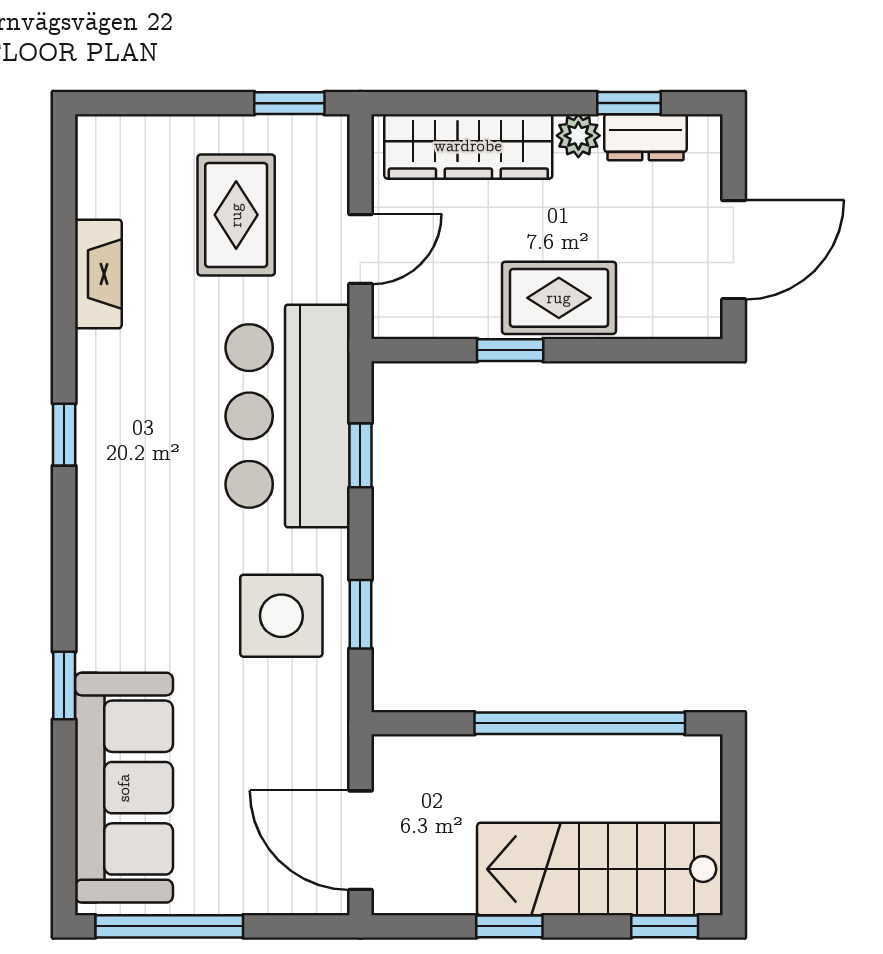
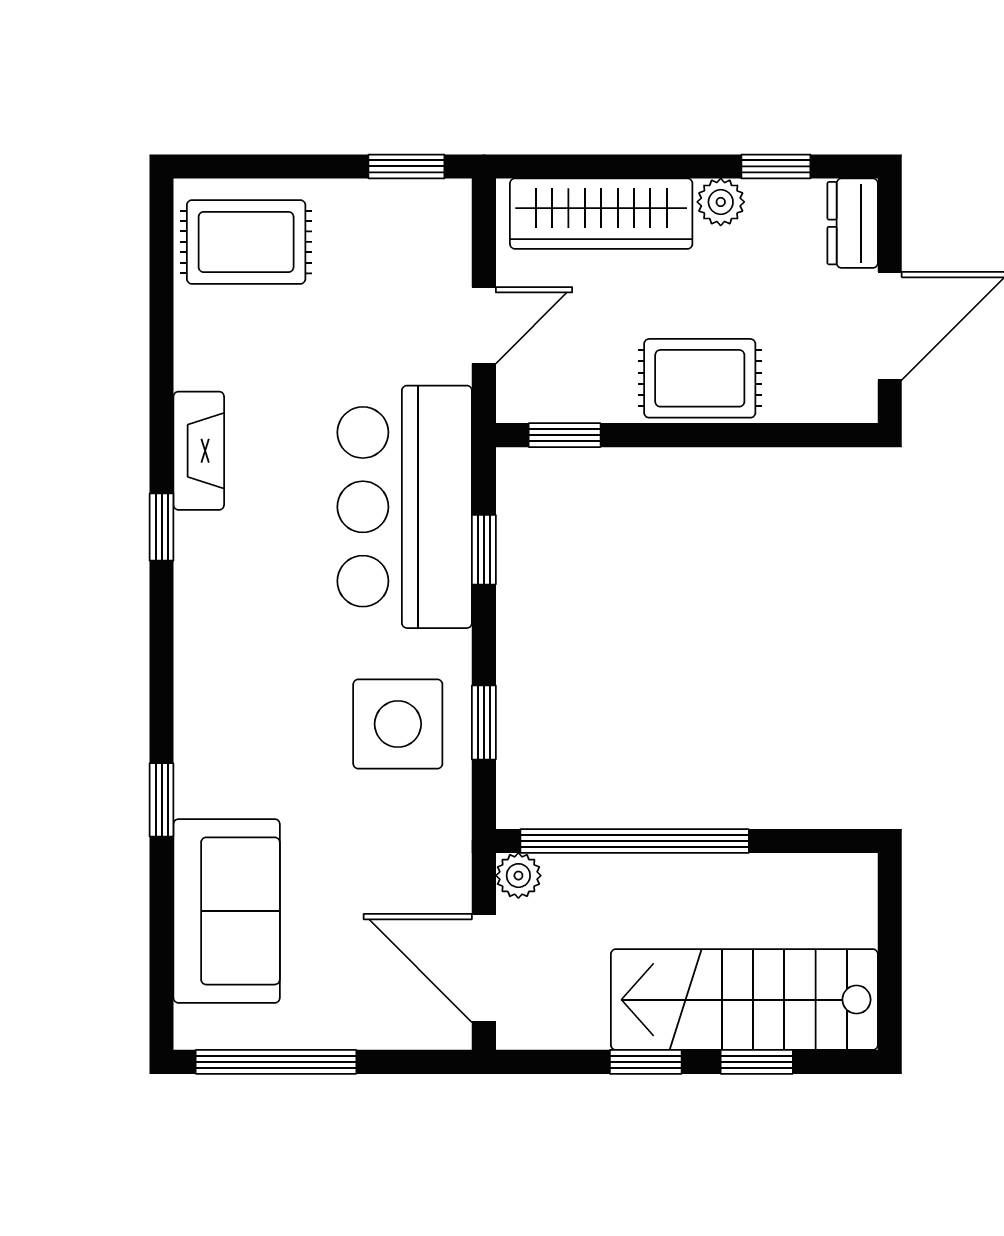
dresser: (646, 137) -> (853, 223), moved, turned 90
rug: (236, 215) -> (246, 242), moved, turned 90
fireplace: (98, 274) -> (199, 451), moved
window: (510, 350) -> (565, 435), moved
window: (580, 723) -> (635, 841), moved
plant: (392, 755) -> (518, 876), added
sofa: (124, 788) -> (227, 911), width x0.73
window: (665, 926) -> (757, 1062), moved

